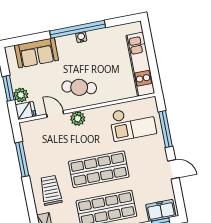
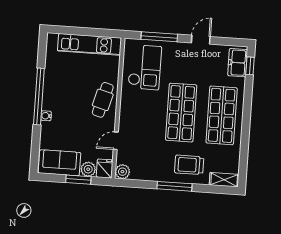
water cooler: (81, 37) -> (46, 116), moved
sofa: (37, 53) -> (59, 163), moved, turned -90
cafe table: (79, 87) -> (103, 100), moved
plant: (78, 119) -> (122, 172), moved
window: (22, 159) -> (174, 186), moved

